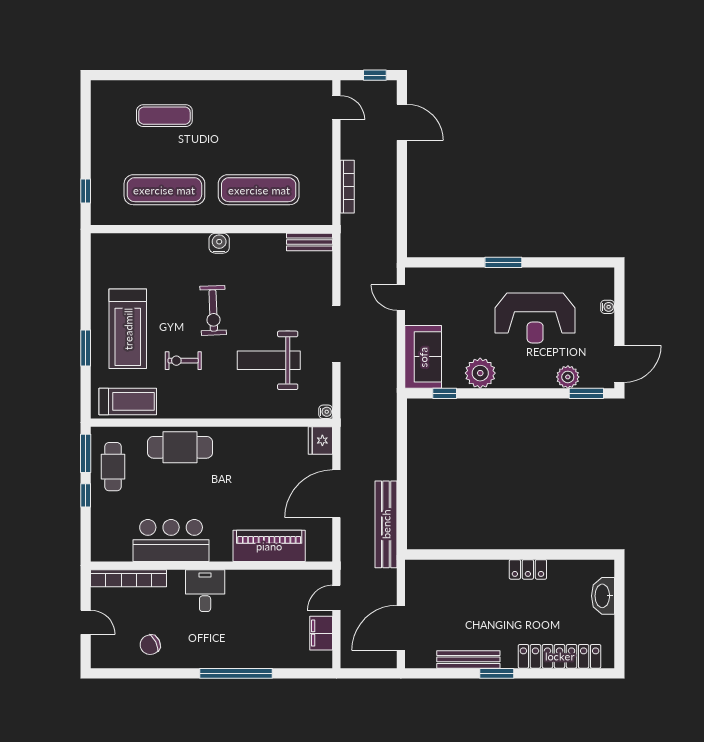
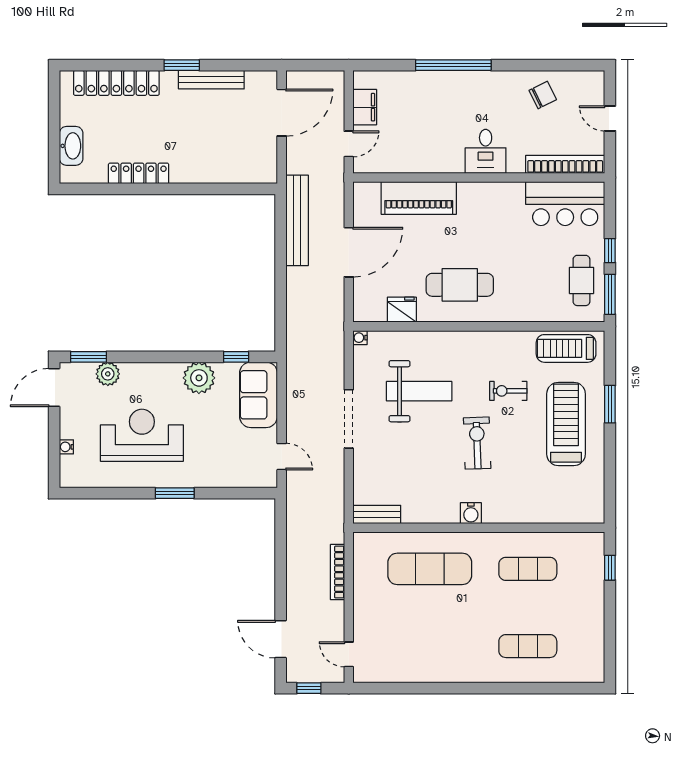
exercise mat: (164, 190) -> (528, 569), width x0.73, depth x0.69
exercise bike: (183, 361) -> (508, 391), turned 180
fridge: (320, 440) -> (402, 310), moved, turned -90
cafe table: (180, 447) -> (460, 285), moved
bar counter: (171, 540) -> (565, 204), moved
locker: (528, 569) -> (139, 173), width x1.53

